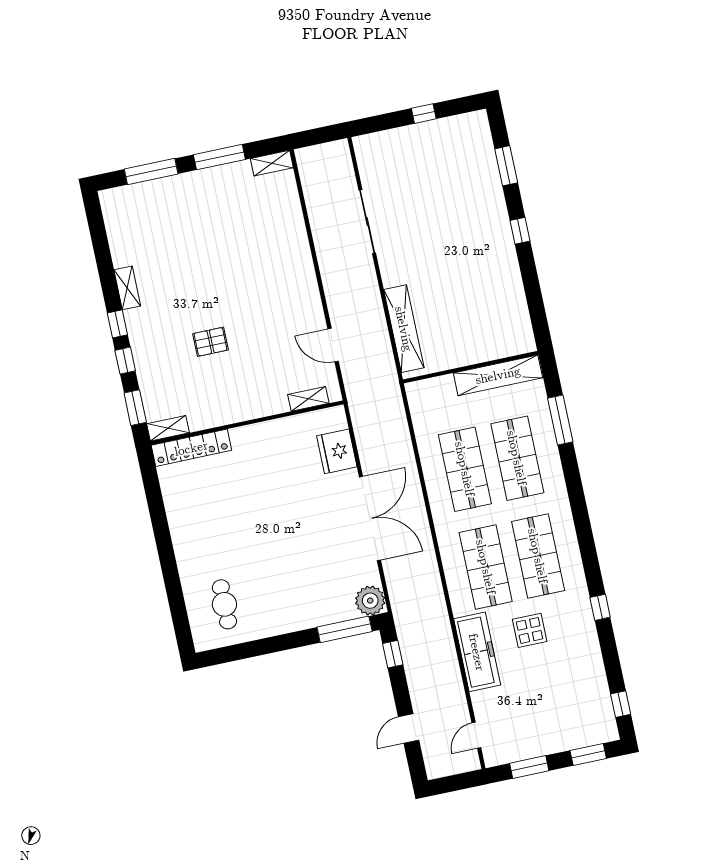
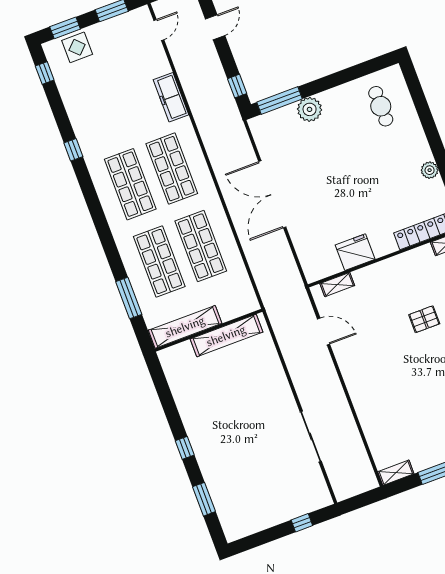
window: (424, 114) -> (302, 523), moved
shelving: (404, 329) -> (226, 336), moved, turned 90
fridge: (337, 451) -> (355, 252), moved, turned -90
plant: (177, 519) -> (430, 170), added
plant: (370, 601) -> (310, 109), moved
display table: (530, 630) -> (77, 47), moved
freezer: (477, 652) -> (171, 97), width x0.73, depth x0.79

